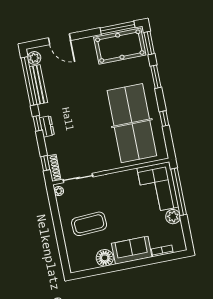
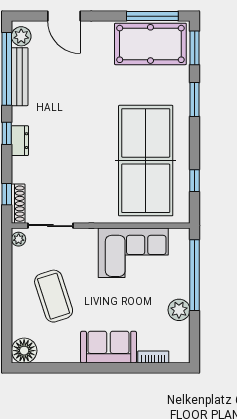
window: (164, 118) -> (195, 181), moved
corner sofa: (158, 187) -> (133, 253), moved, turned -90
coffee table: (89, 224) -> (54, 296), turned 75
floor lamp: (105, 258) -> (24, 351), moved

